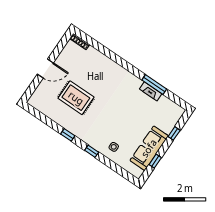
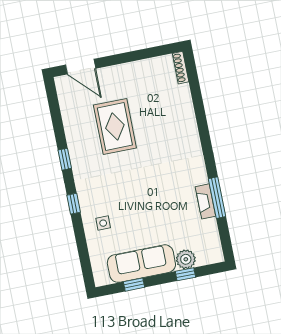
door: (45, 68) -> (81, 67), moved
plant: (167, 126) -> (186, 259), added

